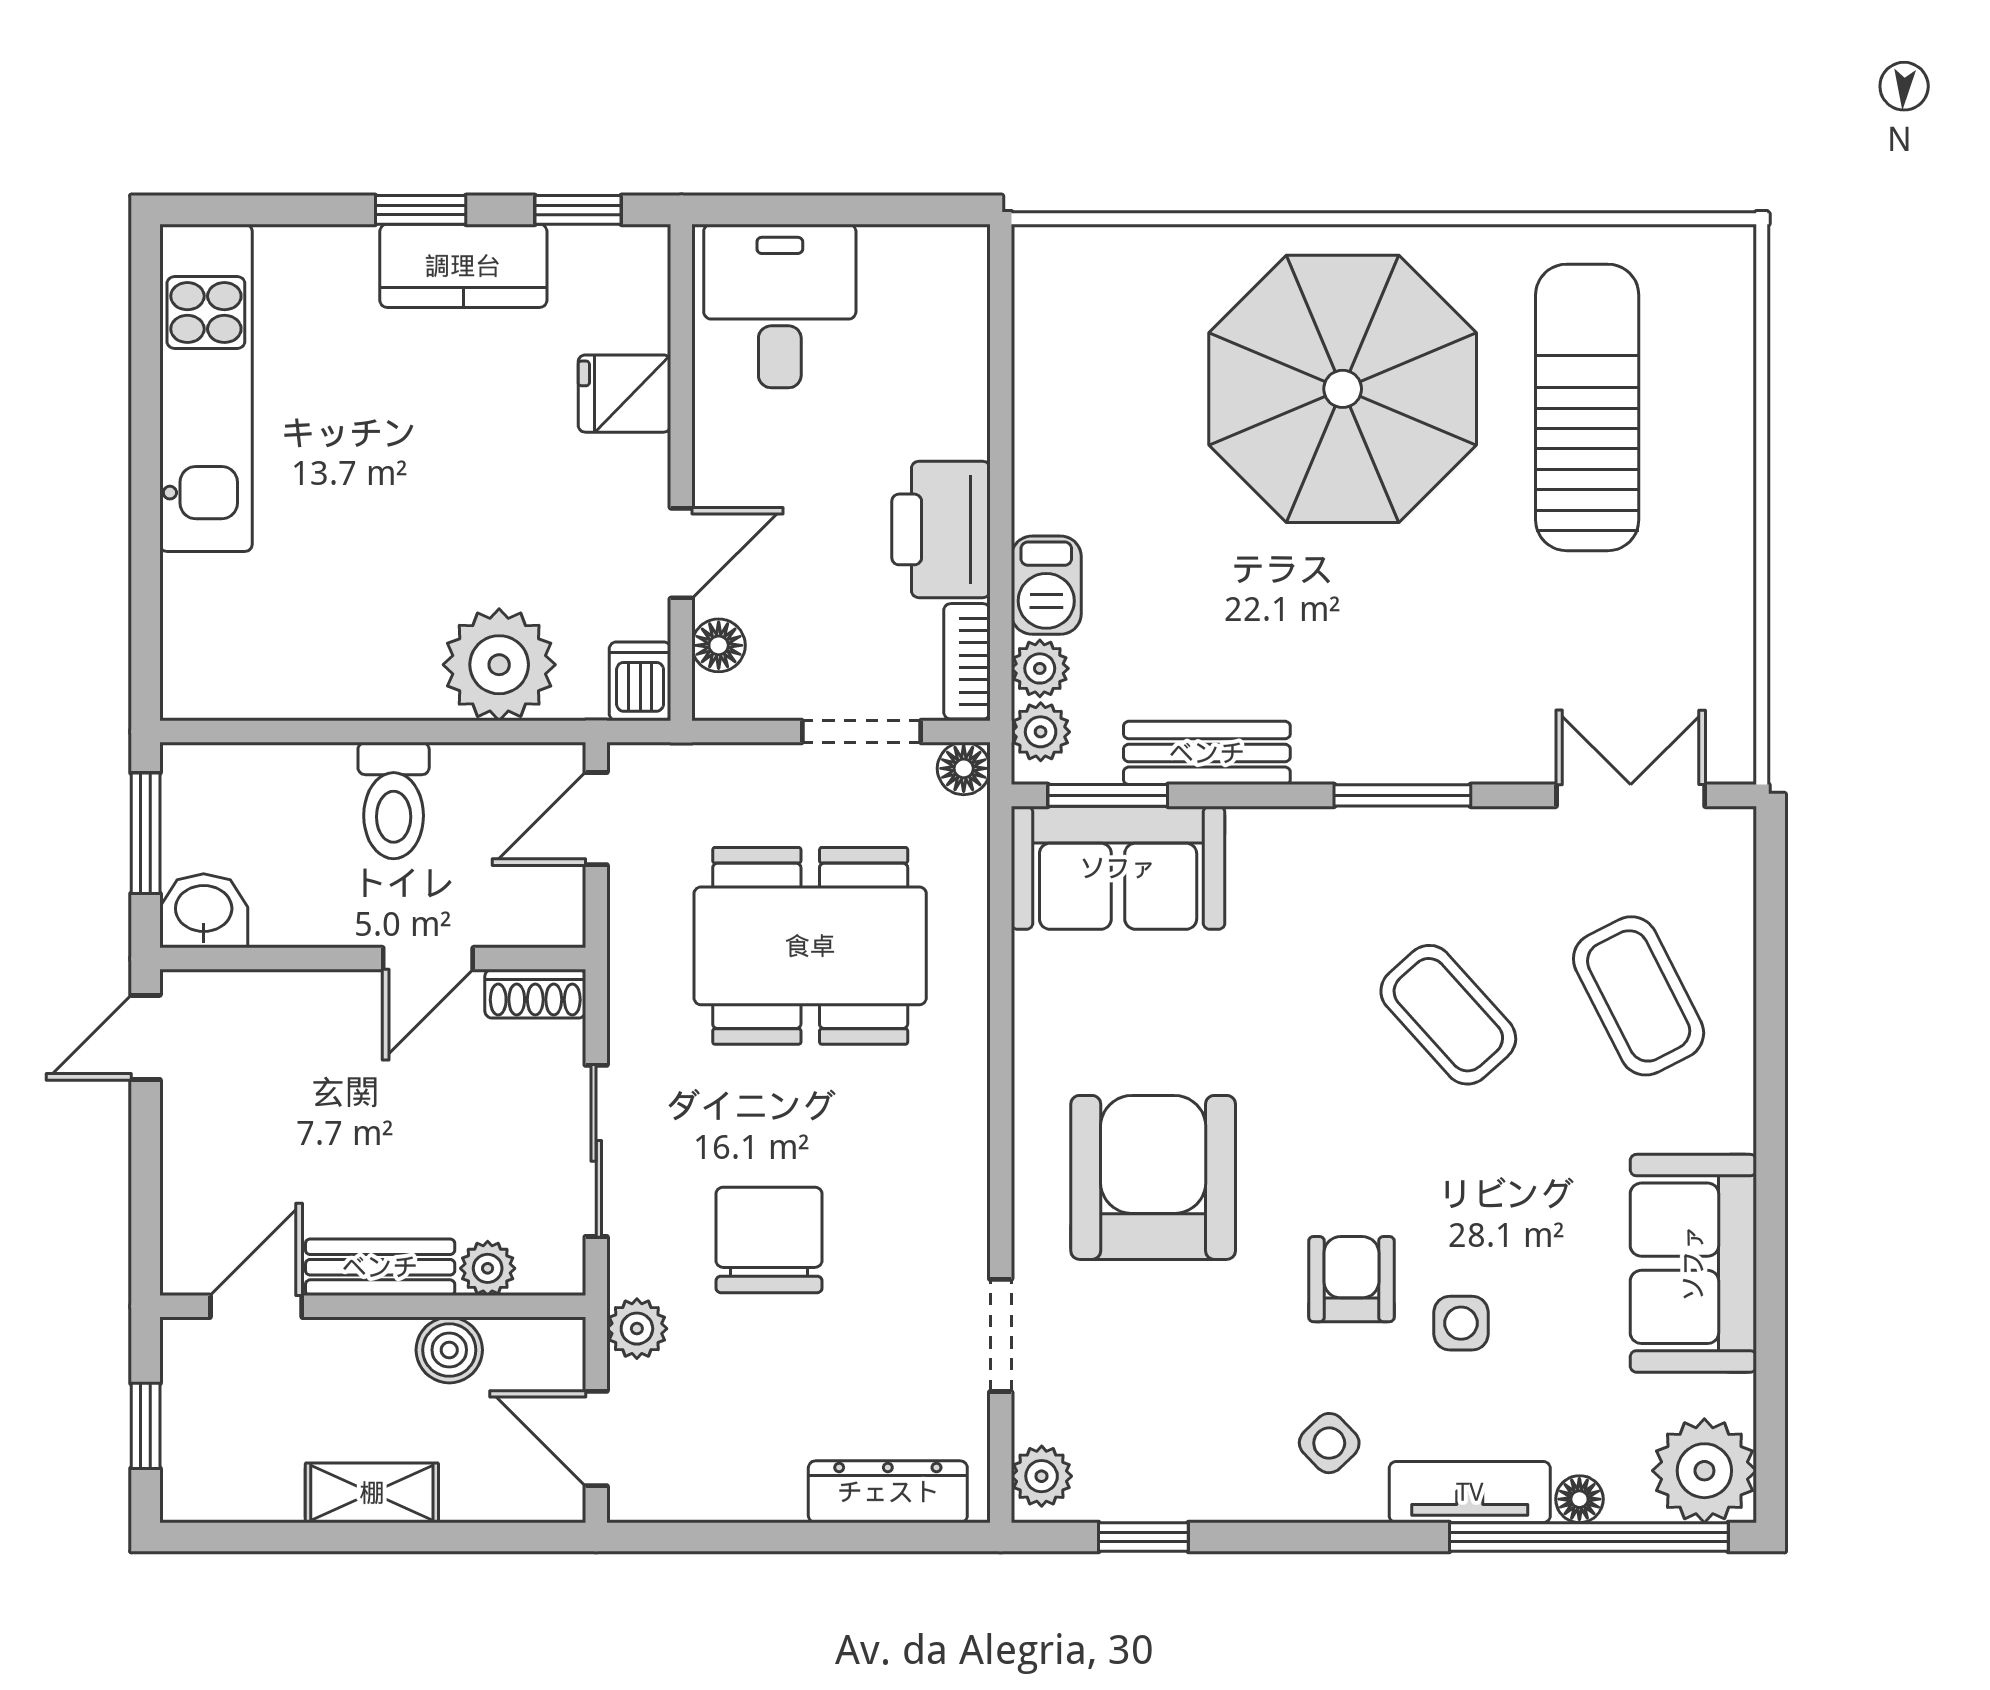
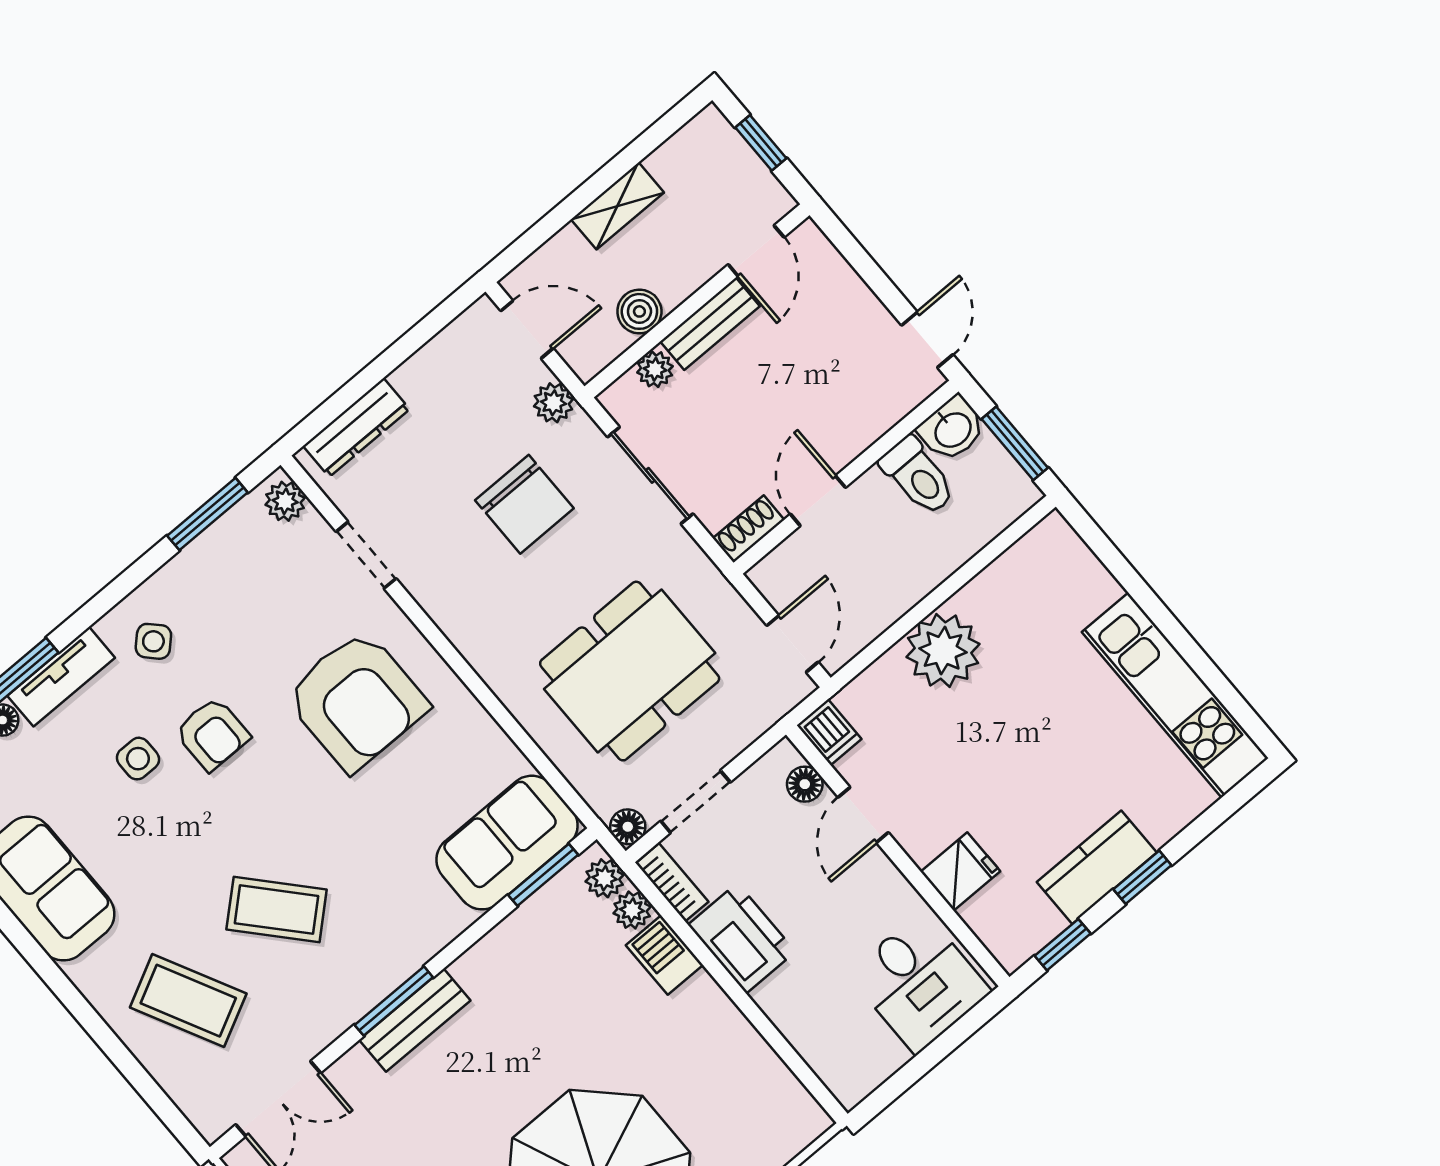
plant: (499, 665) -> (943, 650), moved
bench: (1207, 753) -> (415, 1020), moved
toilet: (394, 800) -> (918, 476), moved, turned 180
window: (1143, 1537) -> (207, 514), width x1.50

